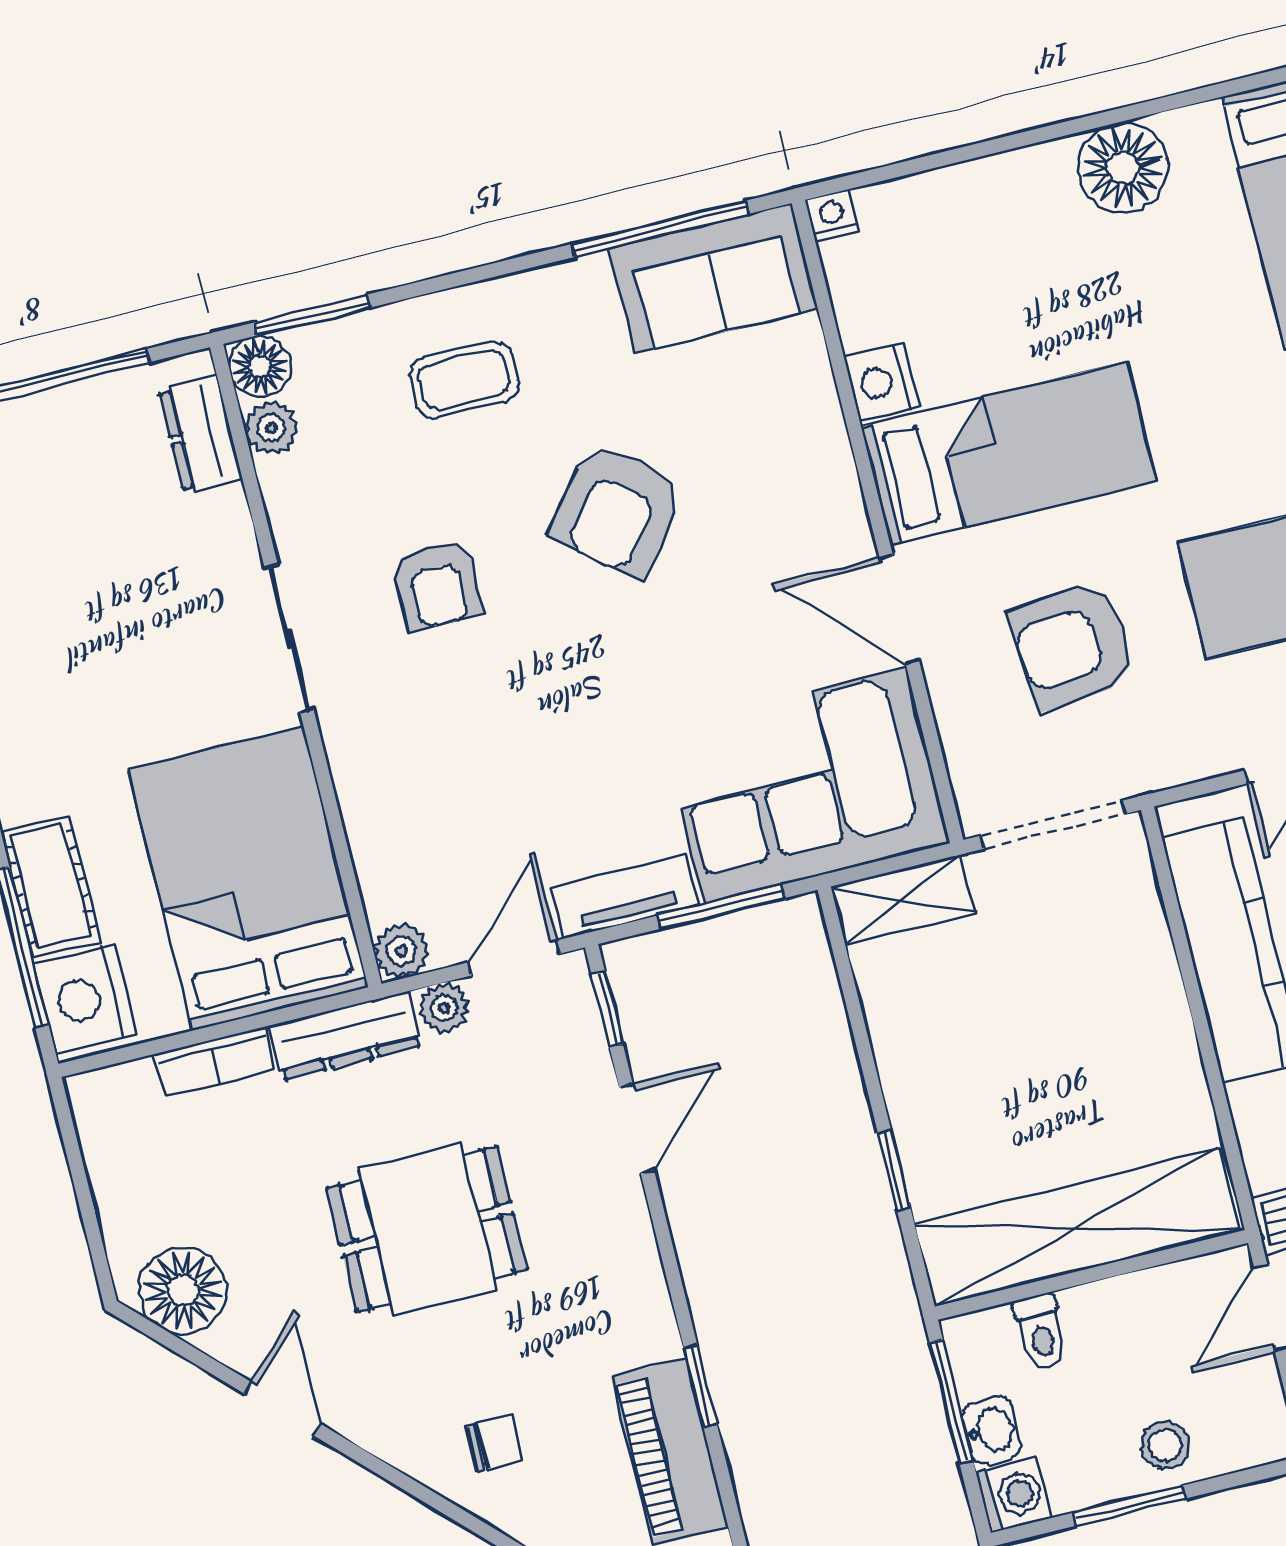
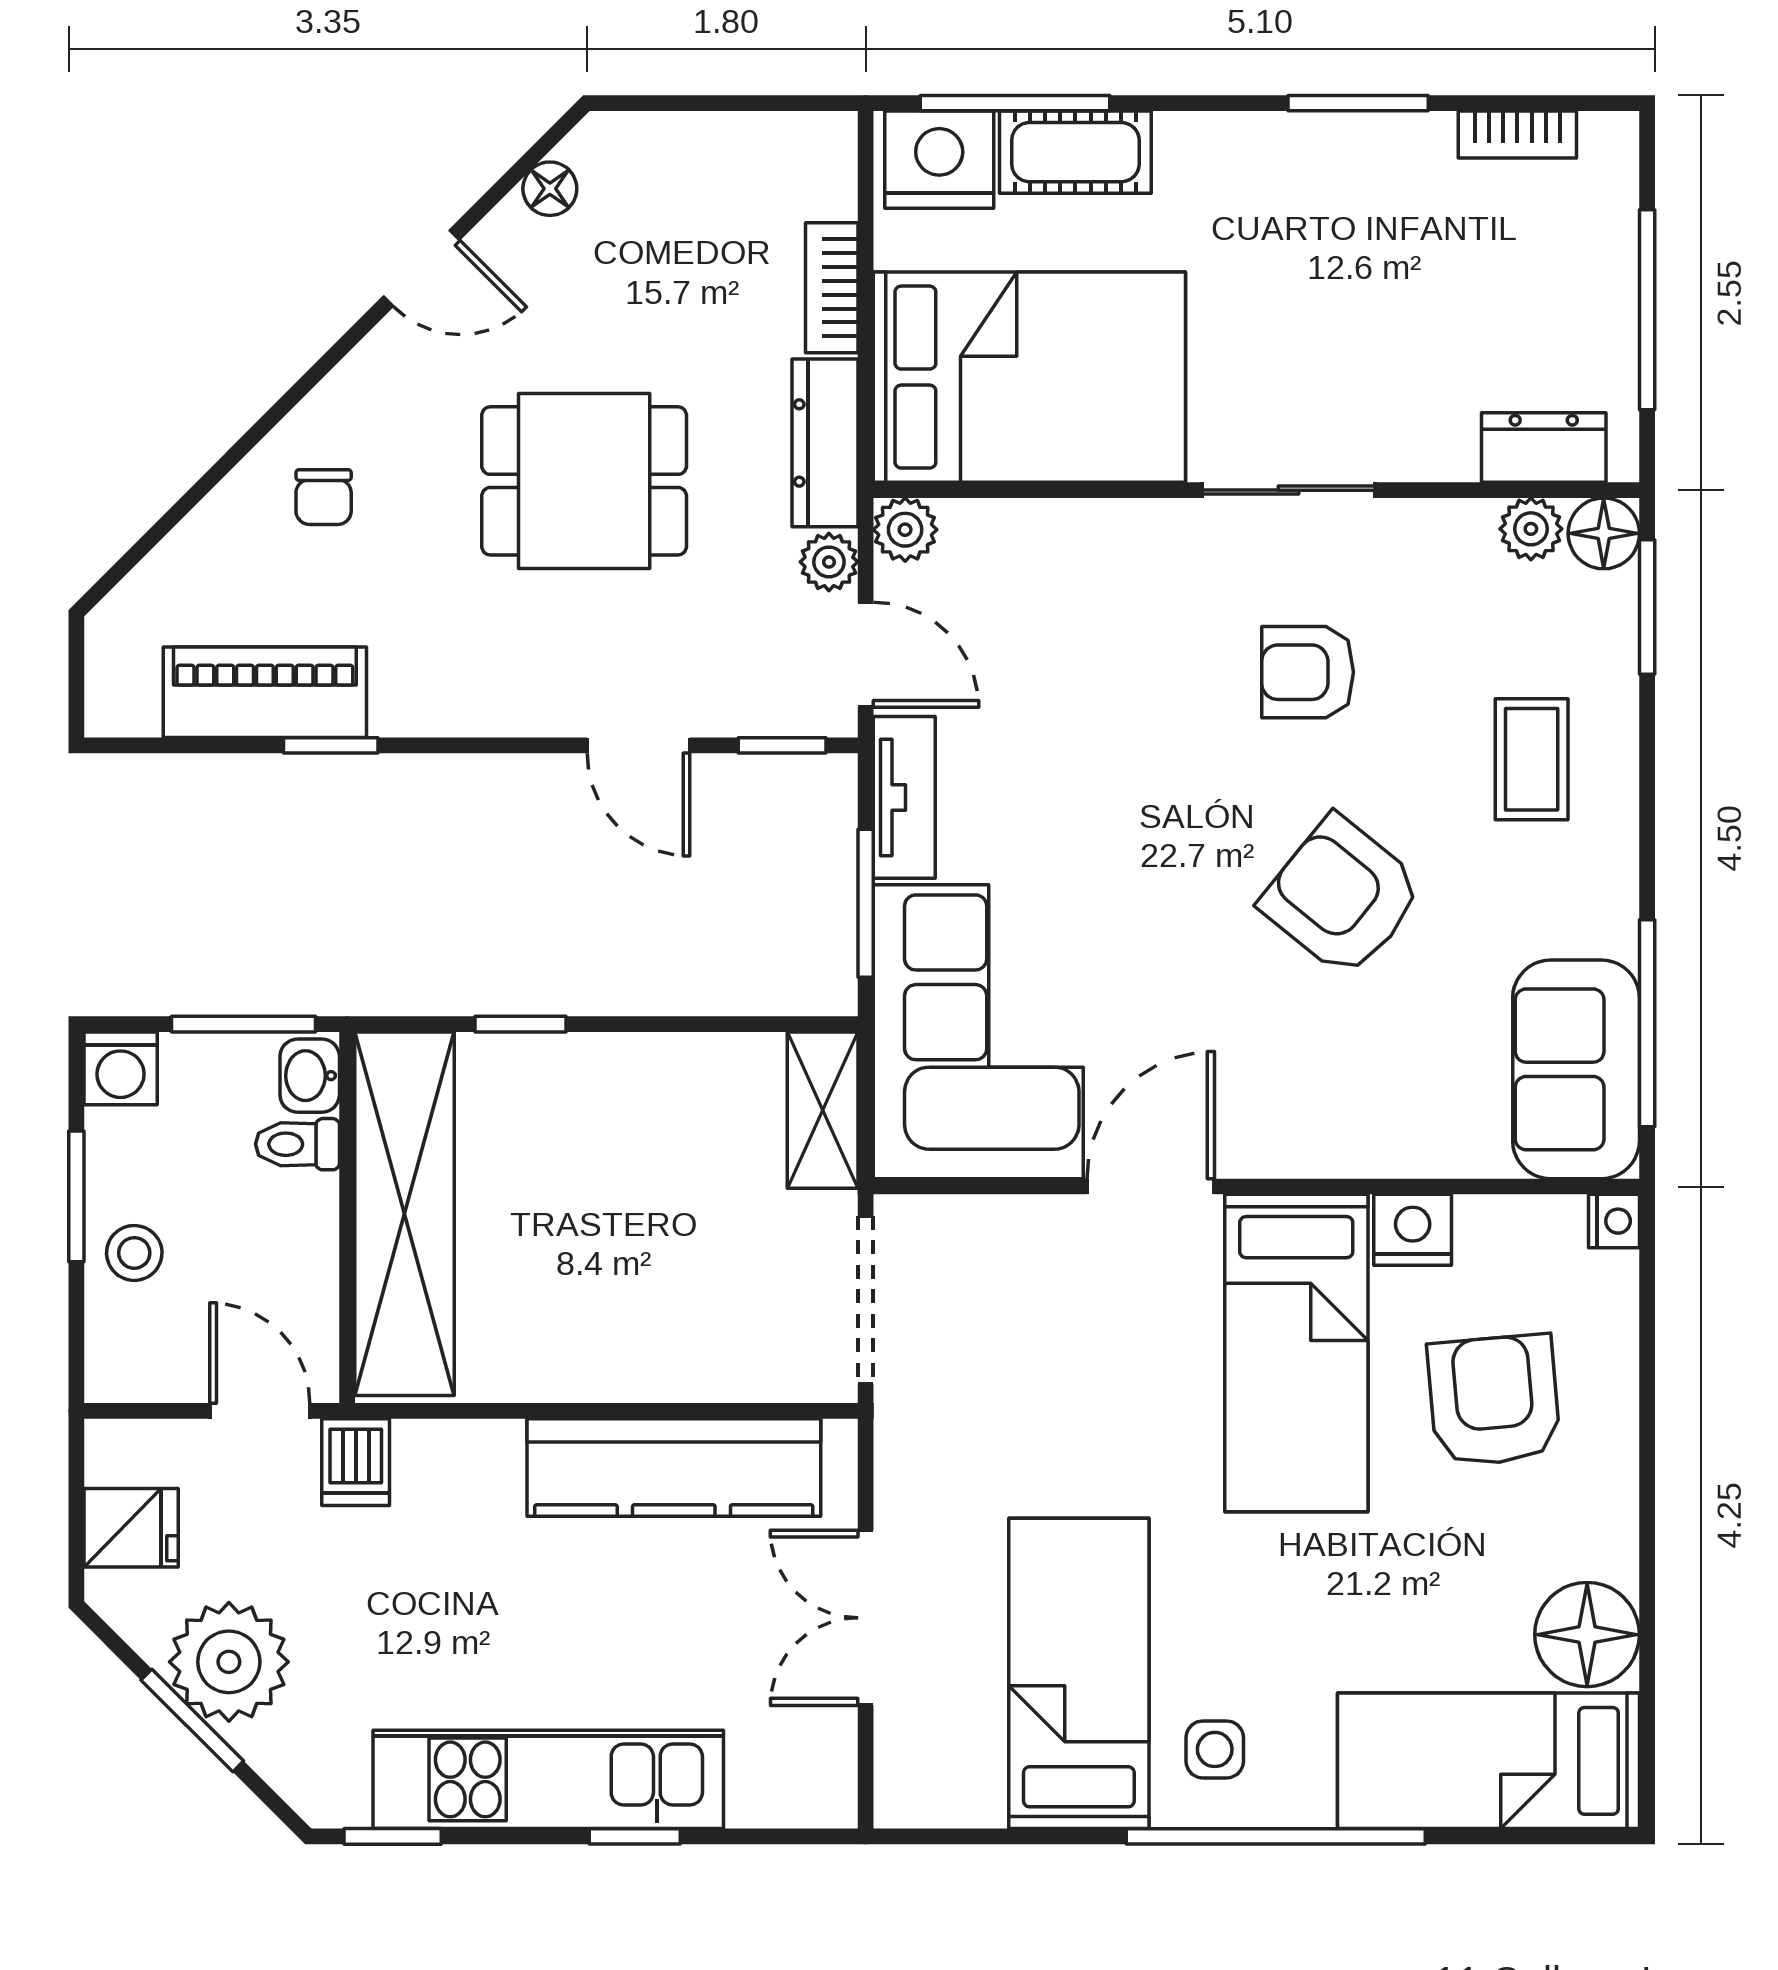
floor lamp: (1123, 168) -> (1587, 1635), moved
armchair: (1073, 645) -> (1494, 1400), moved
dining table: (427, 1229) -> (584, 481), turned 90
floor lamp: (183, 1290) -> (550, 189), width x0.53, depth x0.53
washbasin: (991, 1430) -> (310, 1076), moved, turned 90

